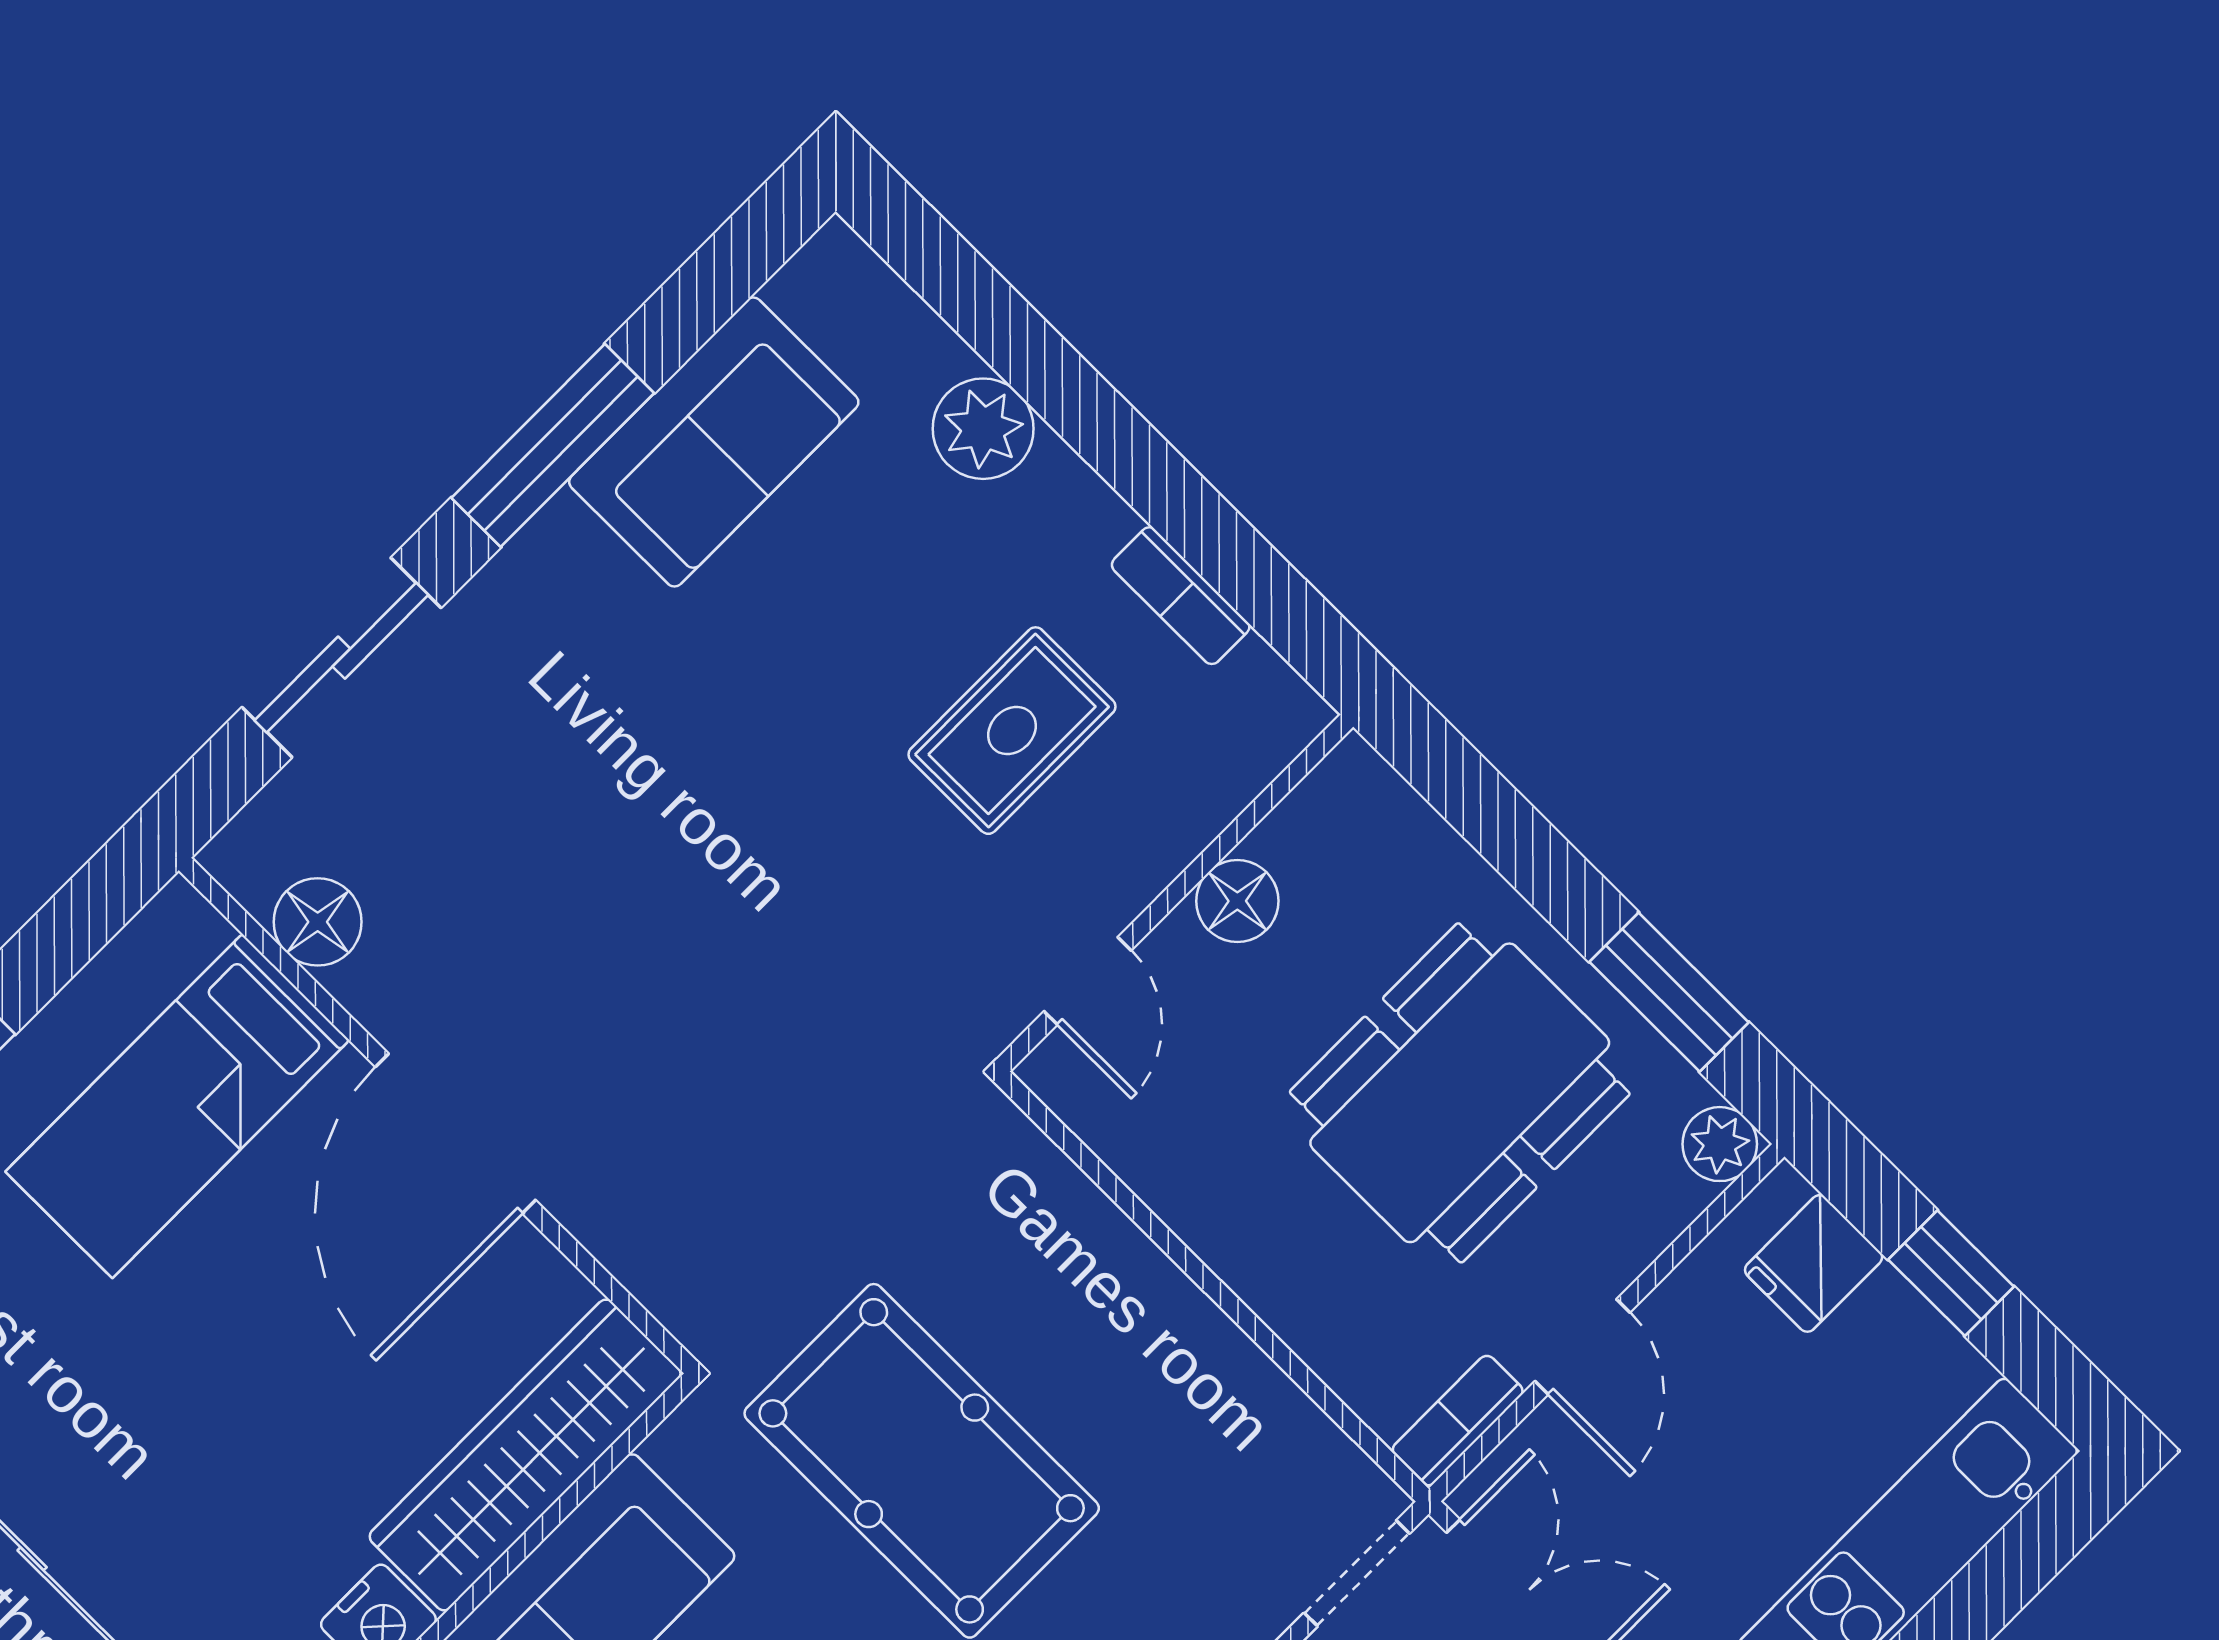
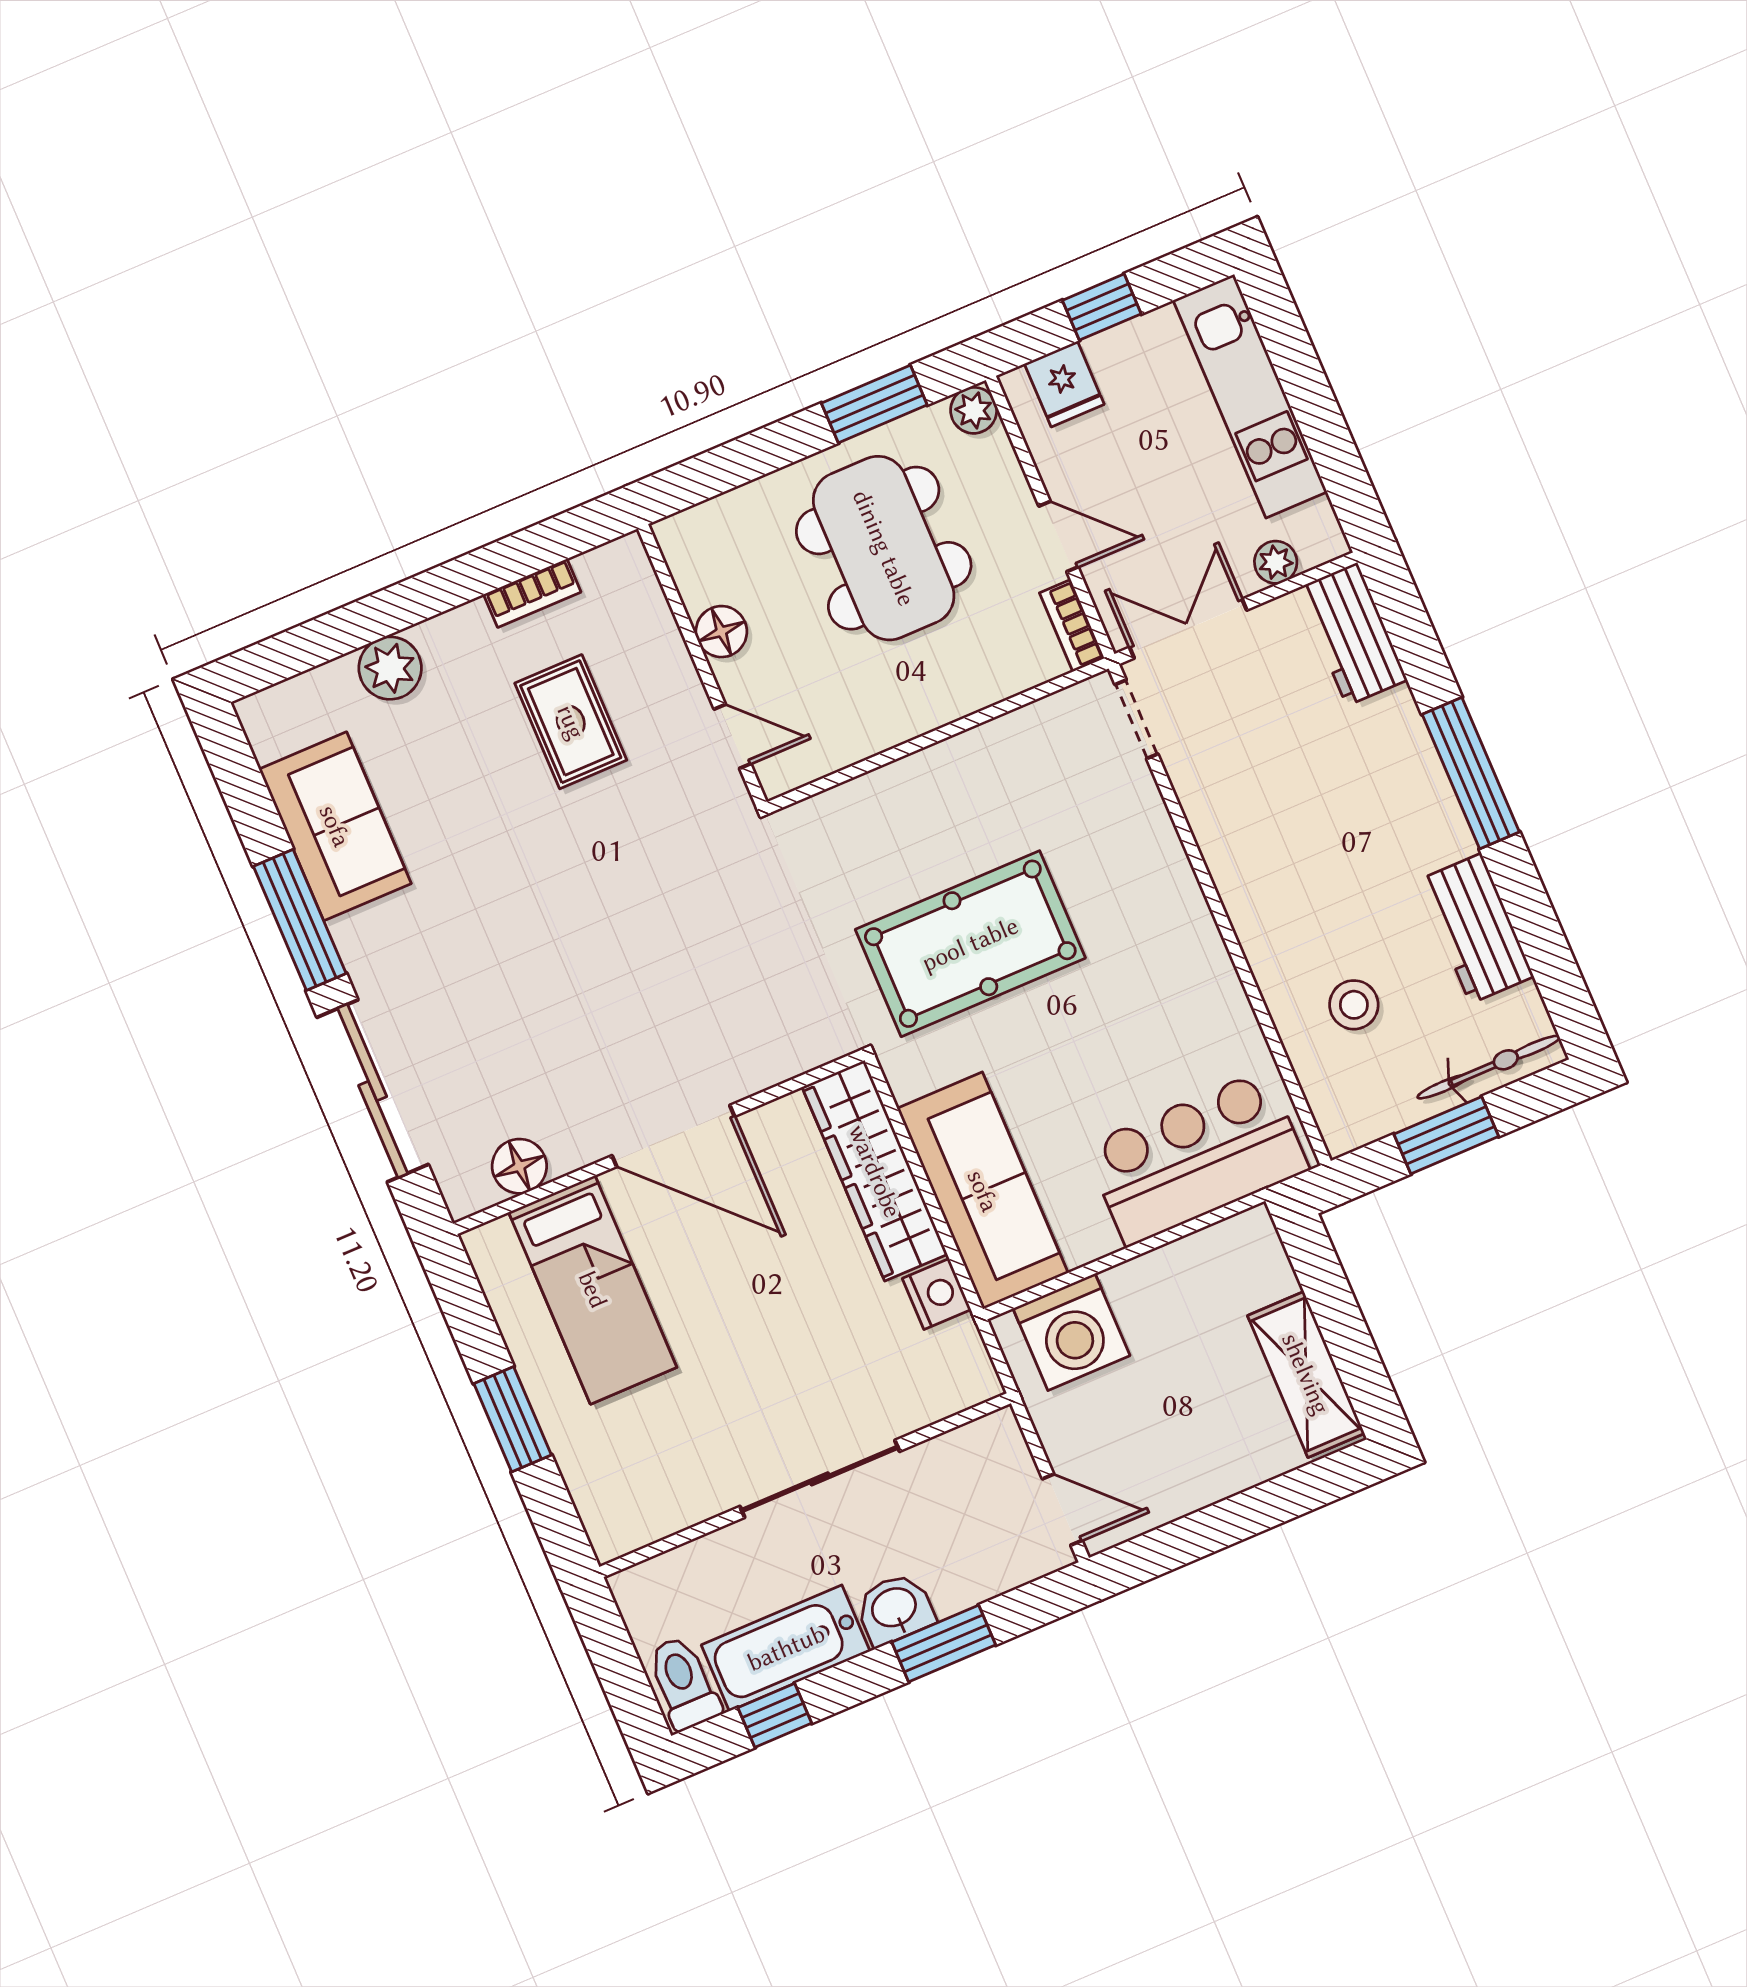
sliding door: (341, 658) -> (373, 1091), width x1.37

